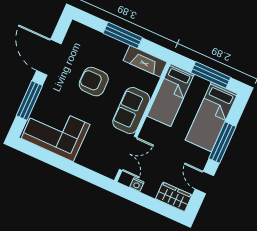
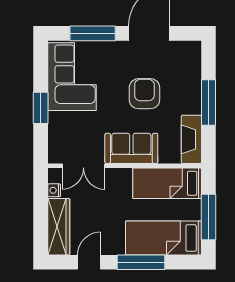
window: (69, 166) -> (41, 108), added
wardrobe: (174, 197) -> (59, 227), width x1.50

